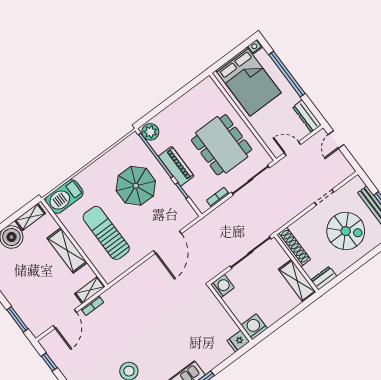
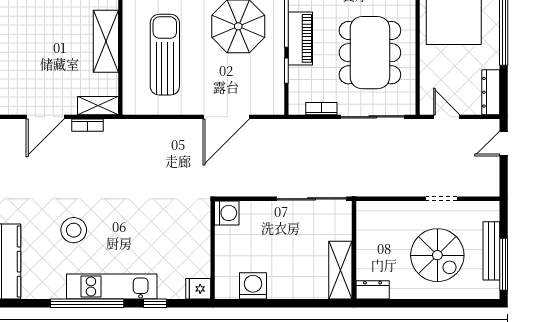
shoe rack: (294, 247) -> (365, 229), removed
washing machine: (222, 286) -> (227, 213), moved
wall: (230, 313) -> (213, 250), moved
fridge: (238, 341) -> (198, 289), moved

